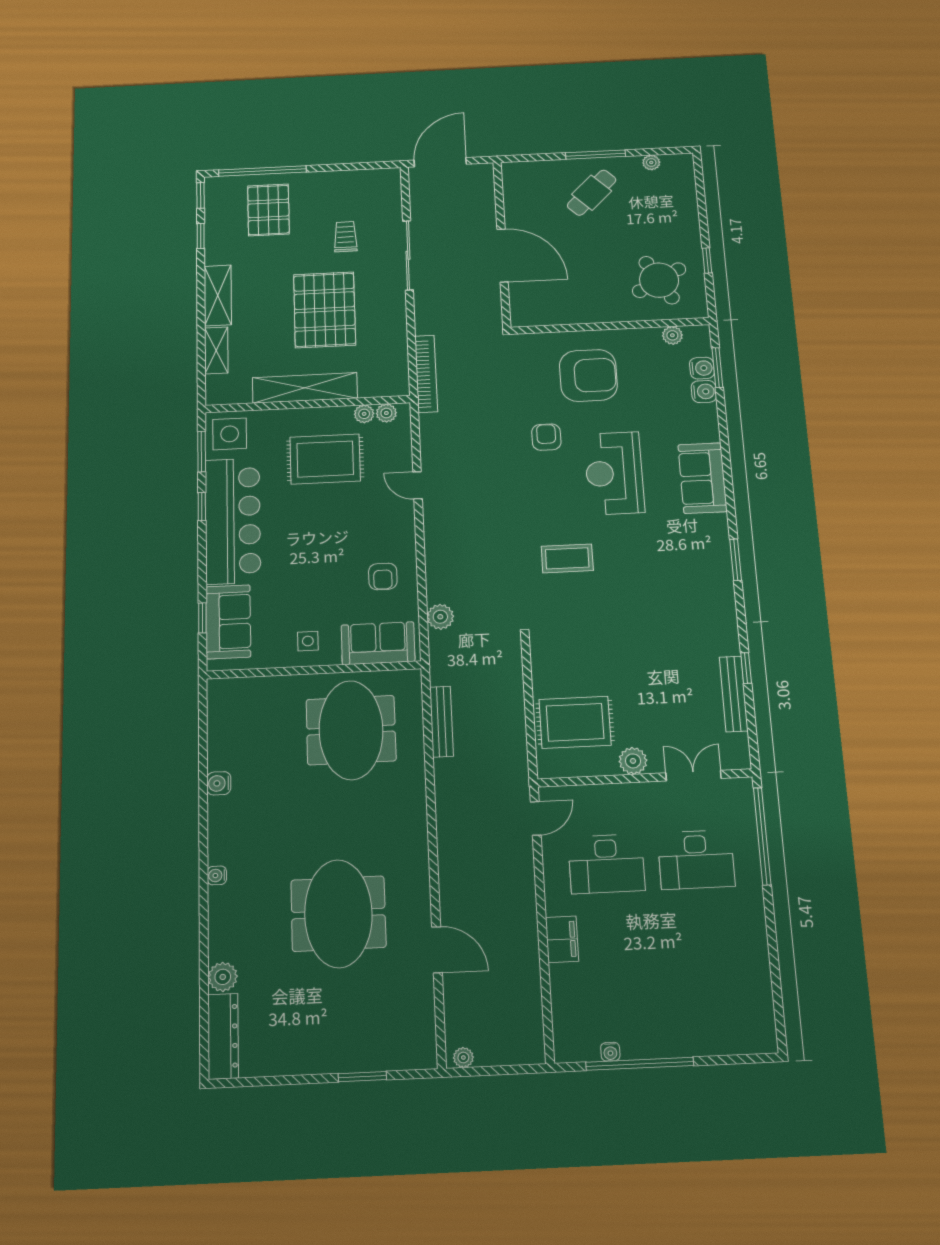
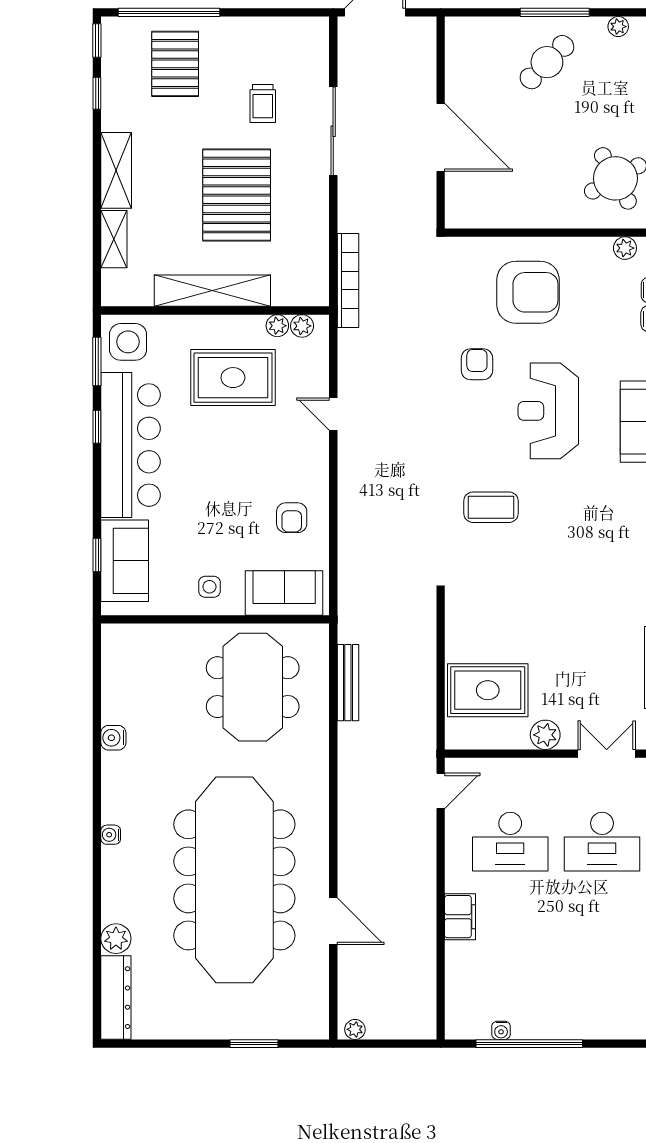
trolley: (346, 237) -> (263, 103), turned 180
plant: (440, 617) -> (352, 567), removed
meeting table: (338, 914) -> (234, 880), width x1.86, depth x1.27

